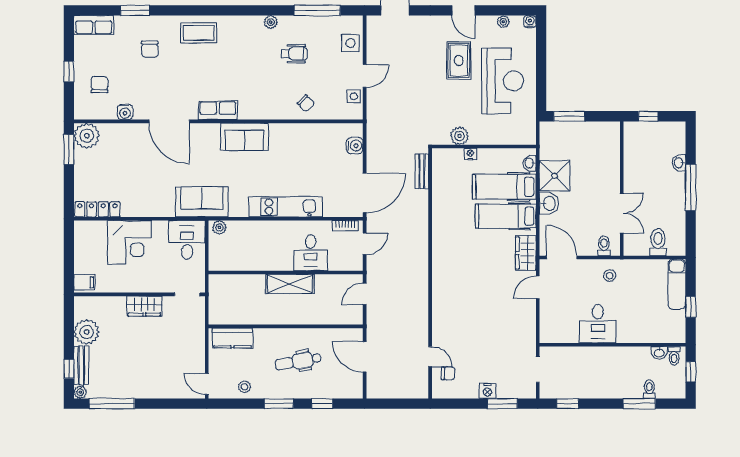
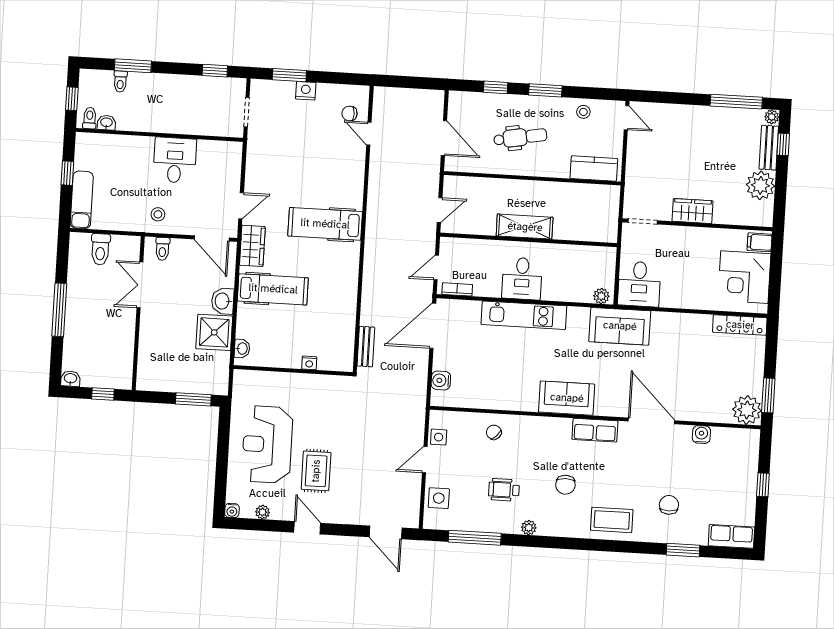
chair: (100, 85) -> (565, 485), moved
plant: (459, 136) -> (320, 384), removed
washbasin: (679, 163) -> (70, 379), moved, turned -90
hospital bed: (504, 187) -> (325, 224), moved, turned 180
corner desk: (130, 242) -> (744, 277), moved, turned -90
desk: (311, 253) -> (522, 279), moved, turned 180

